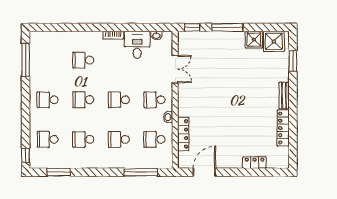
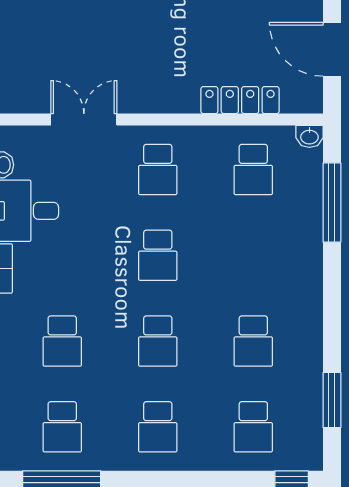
washbasin: (168, 117) -> (309, 136), moved
school desk: (119, 139) -> (62, 427), moved

